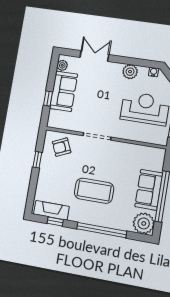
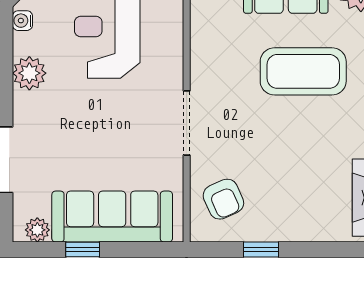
sofa: (64, 91) -> (112, 217), width x1.36
window: (48, 99) -> (83, 250), moved
coffee table: (94, 191) -> (303, 71), moved, turned 90

